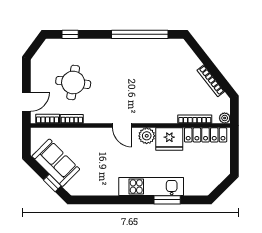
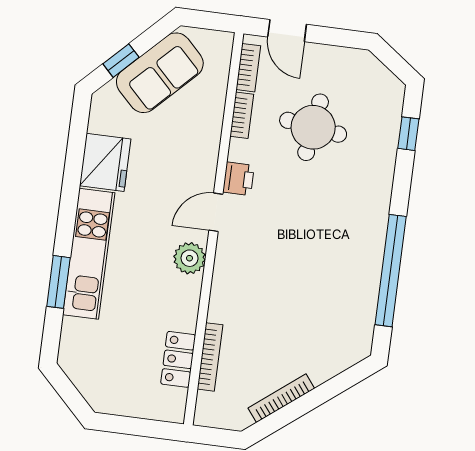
printer: (104, 116) -> (239, 179), added
plant: (225, 118) -> (205, 416), removed
locker: (206, 135) -> (178, 359), width x0.66
fridge: (169, 139) -> (105, 162), moved, turned 180

